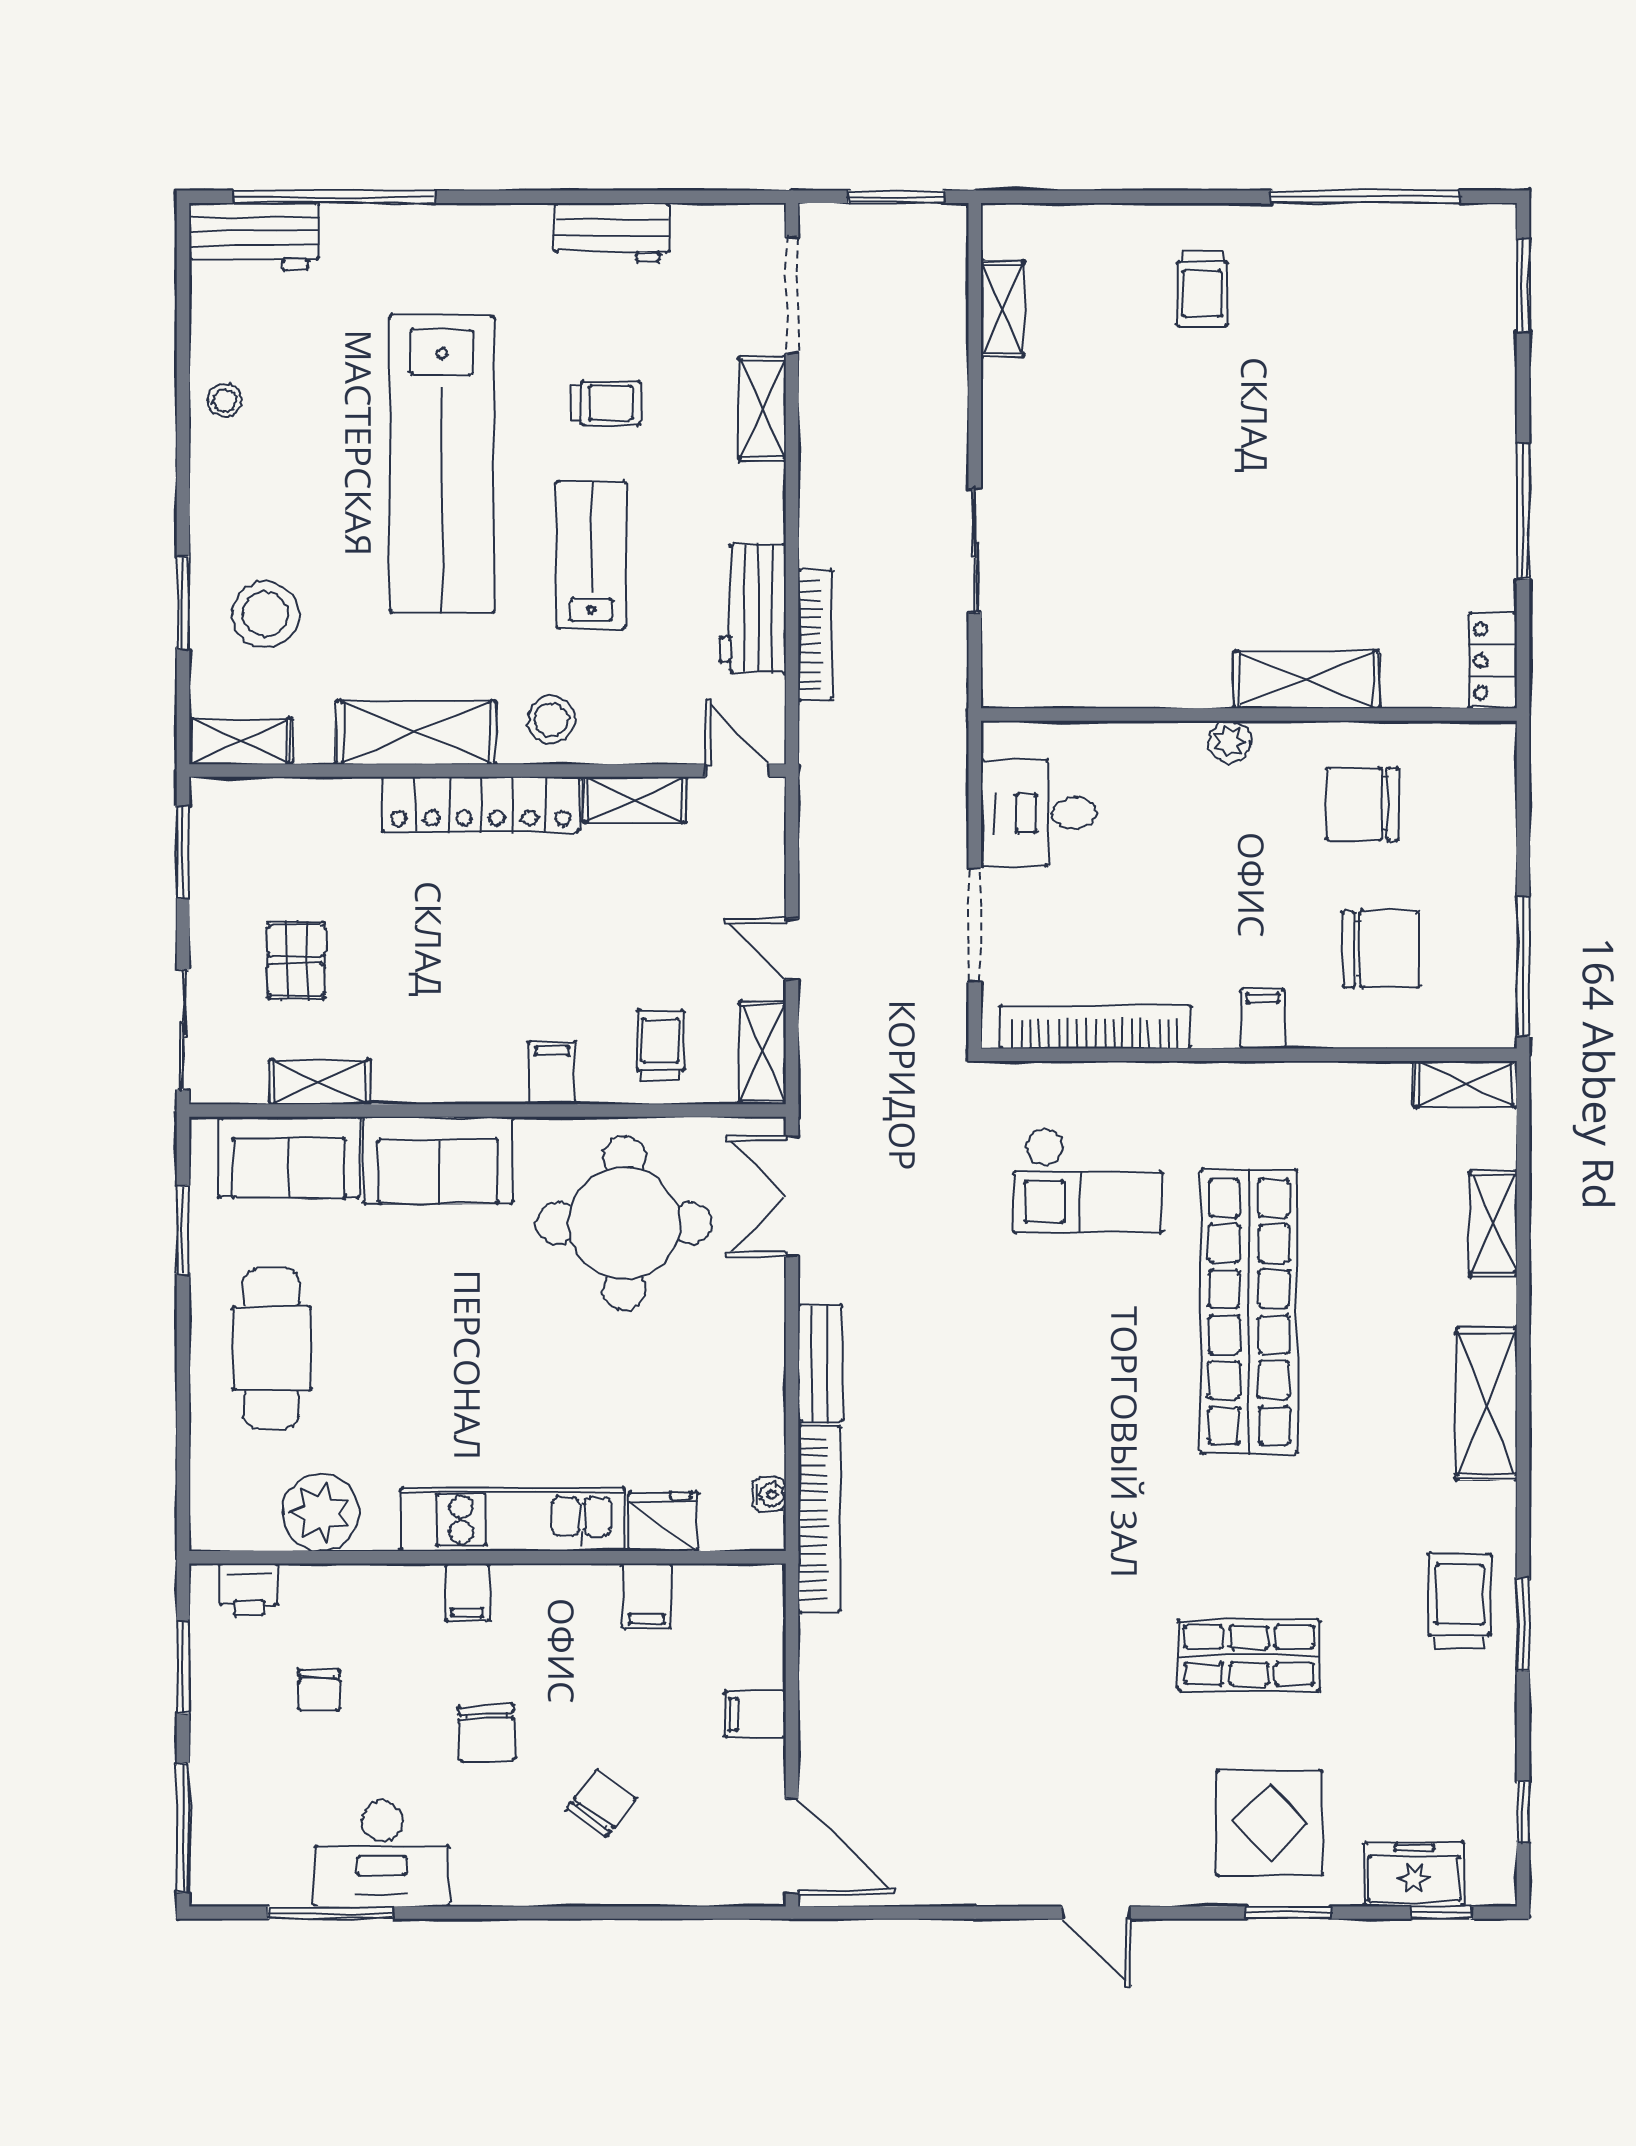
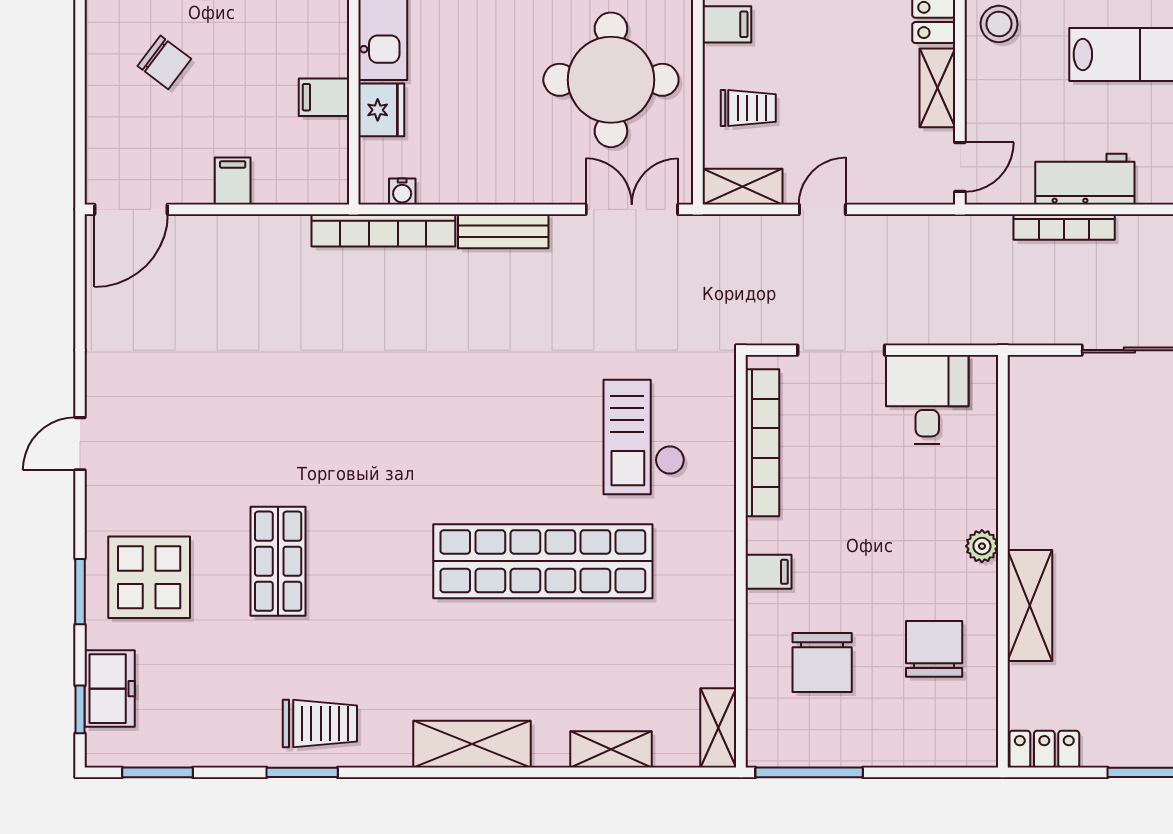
window: (1523, 1812) -> (157, 772), width x1.50

